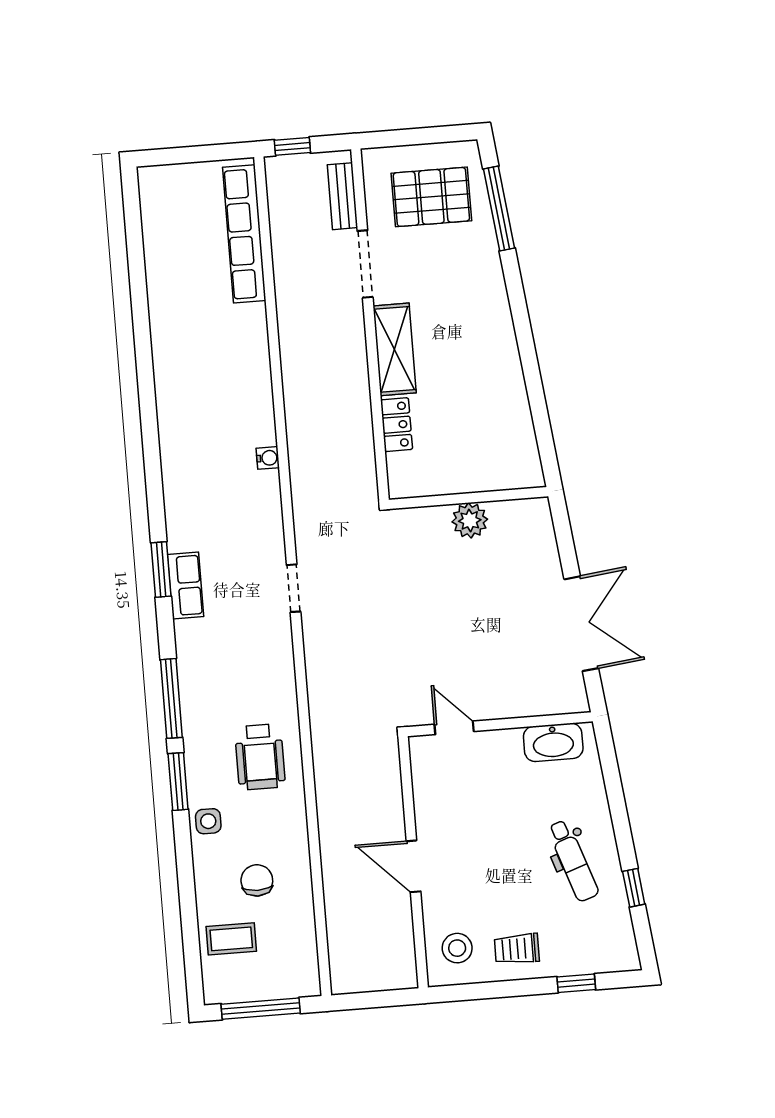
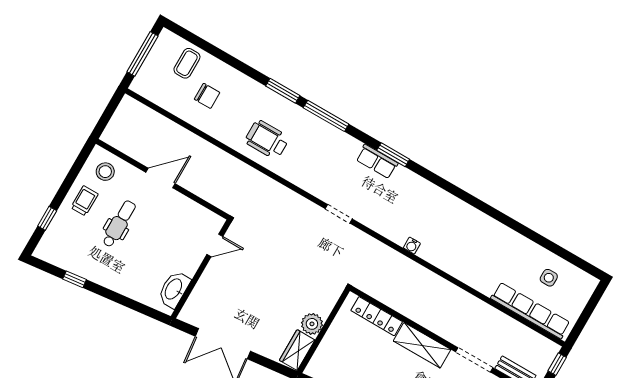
locker: (397, 425) -> (377, 316), width x1.53
wardrobe: (520, 516) -> (297, 350), added
side table: (208, 821) -> (549, 278), moved
dental chair: (573, 861) -> (119, 224), moved, turned 109

